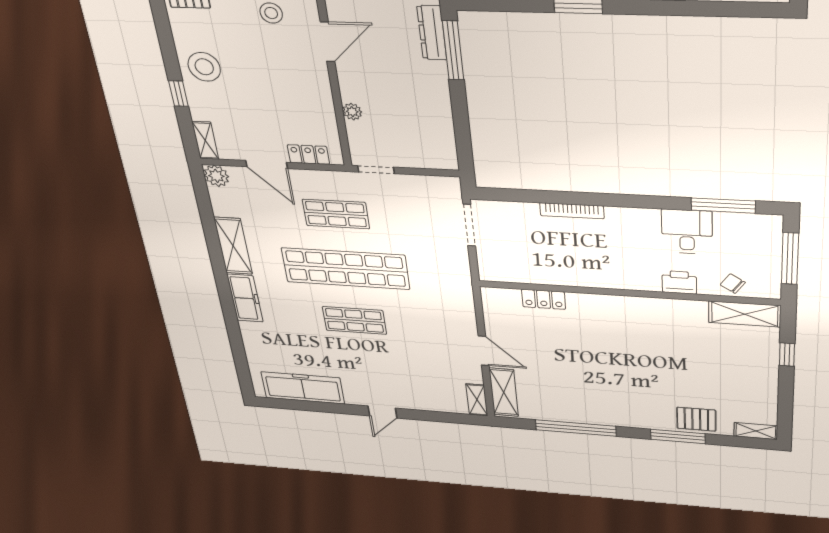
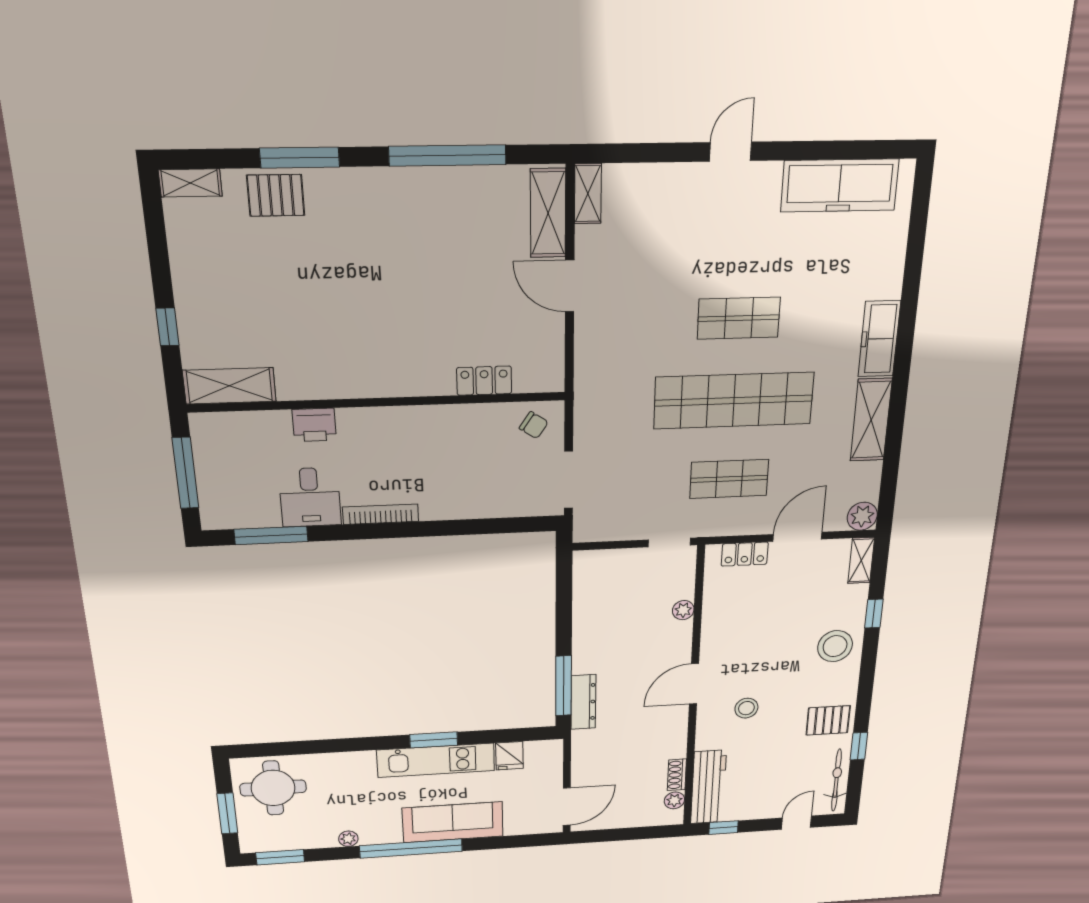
door: (267, 165) -> (797, 537), hinge flipped
bookcase: (572, 211) -> (381, 514), moved
chair: (733, 284) -> (534, 425), moved

